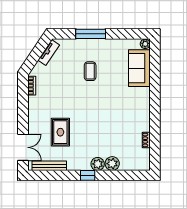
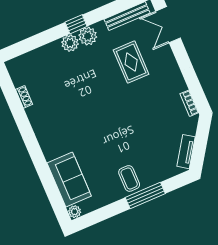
coffee table: (90, 71) -> (129, 178), moved
plant: (112, 164) -> (88, 36), moved

